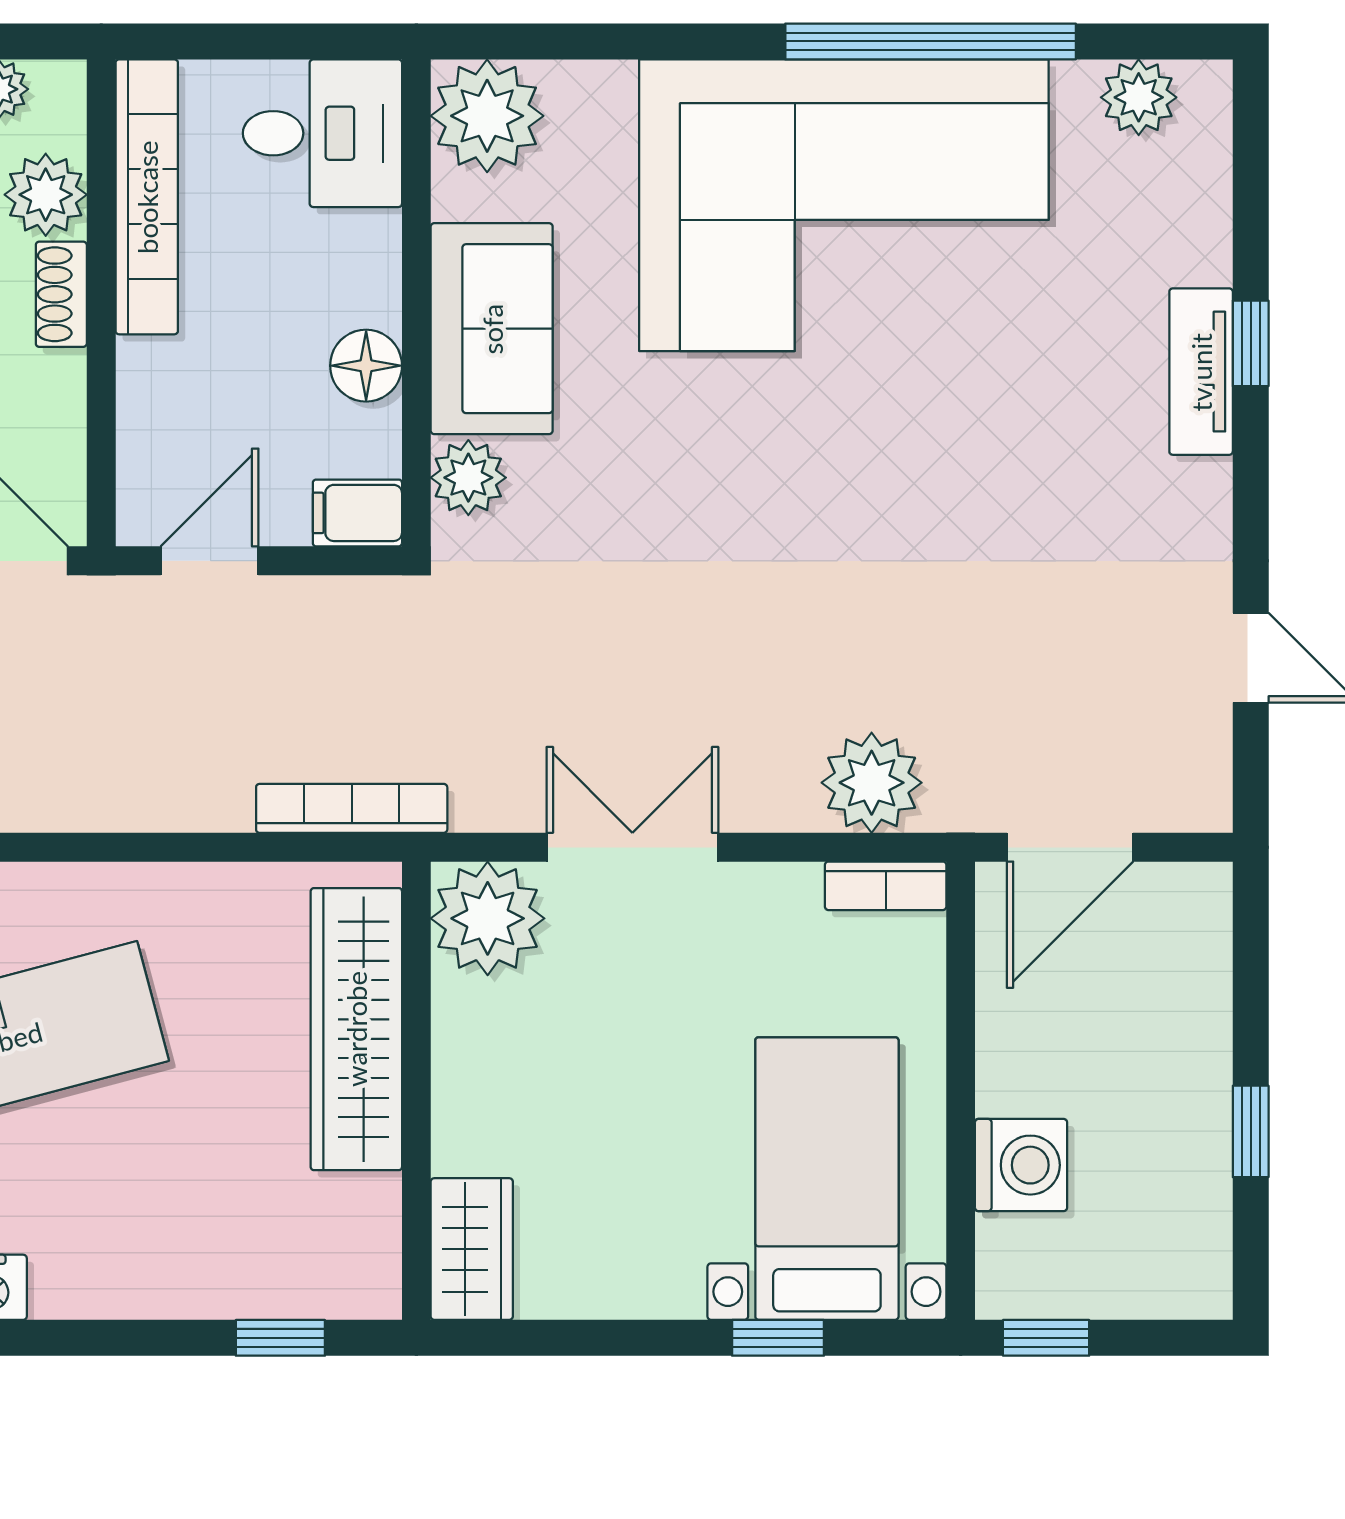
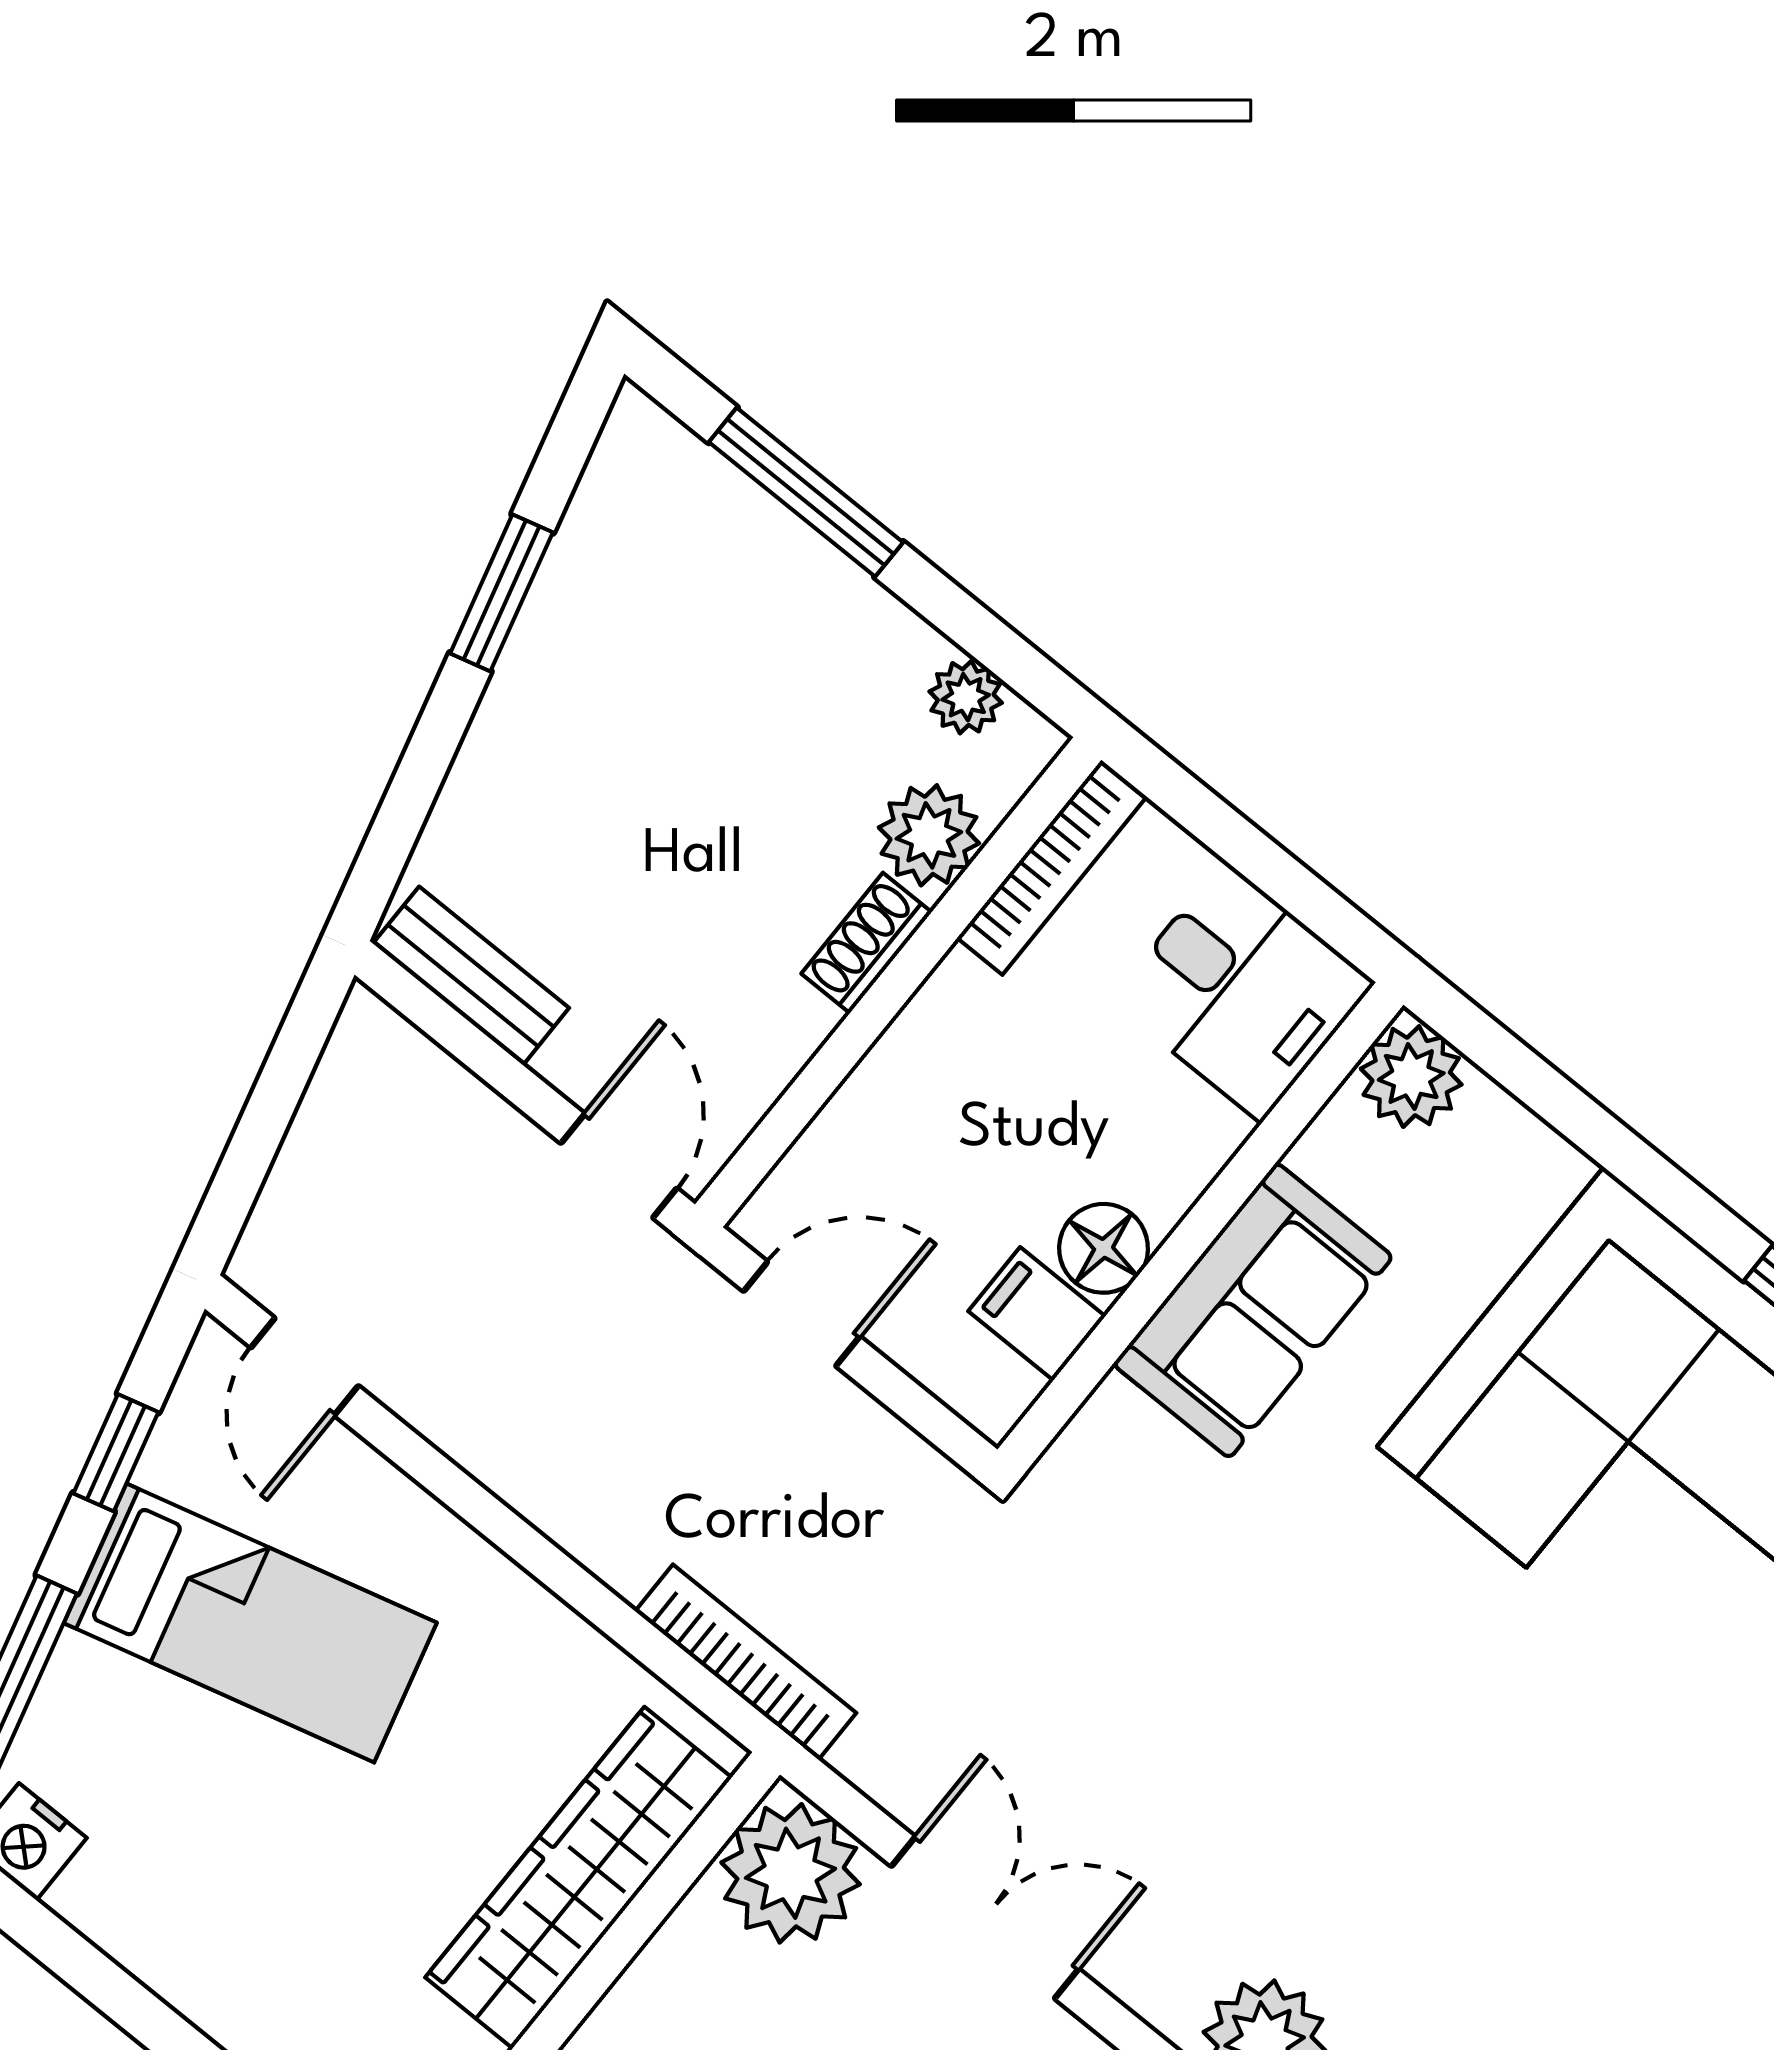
plant: (487, 116) -> (1411, 1077), width x0.73, depth x0.73
bookcase: (147, 197) -> (1052, 867), width x0.68, depth x0.76
plant: (468, 478) -> (1115, 1435), removed
filing cabinet: (357, 513) -> (1037, 1314), moved

